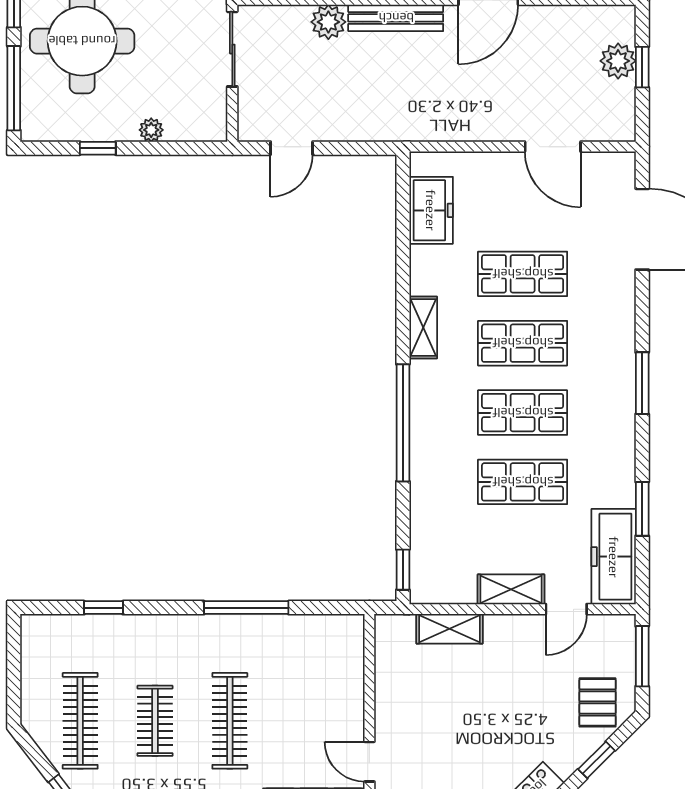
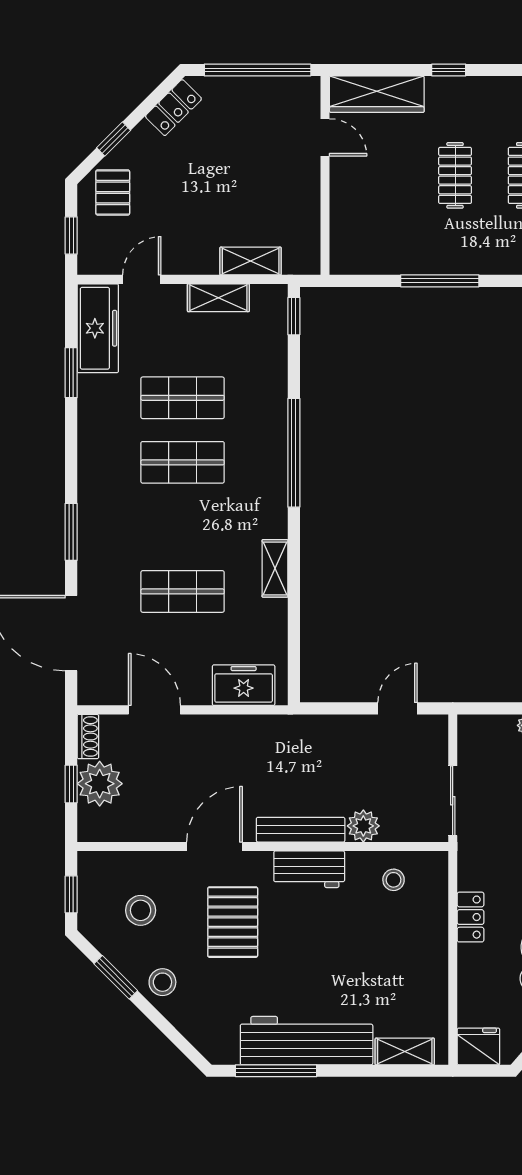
plant: (618, 61) -> (100, 784), width x1.36, depth x1.36
shoe rack: (624, 118) -> (88, 737), added
freezer: (431, 210) -> (244, 685), moved, turned 90
shelving: (423, 327) -> (275, 568), moved
shop shelf: (523, 343) -> (183, 527), removed
window: (642, 383) -> (71, 532), moved
shelving: (511, 589) -> (218, 298), moved
window: (642, 656) -> (71, 235), width x0.67
clothes rail: (230, 721) -> (455, 175), width x0.73

